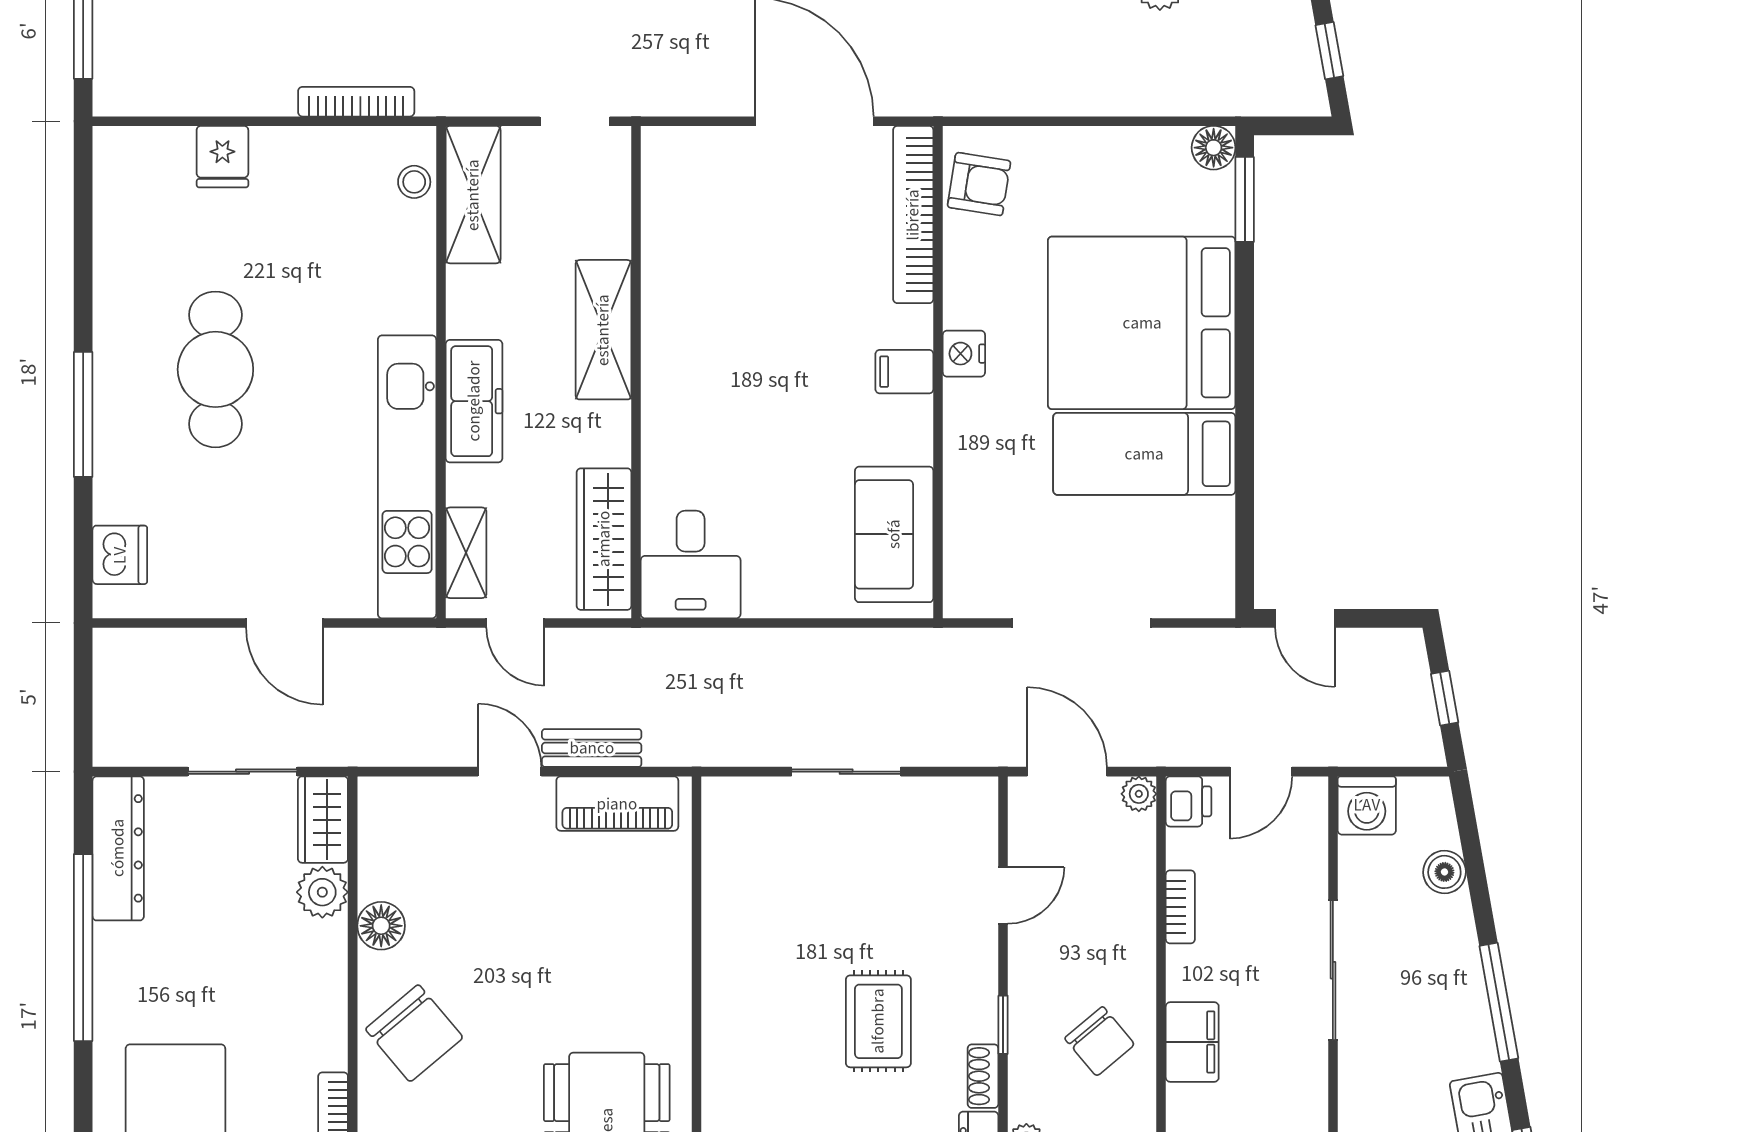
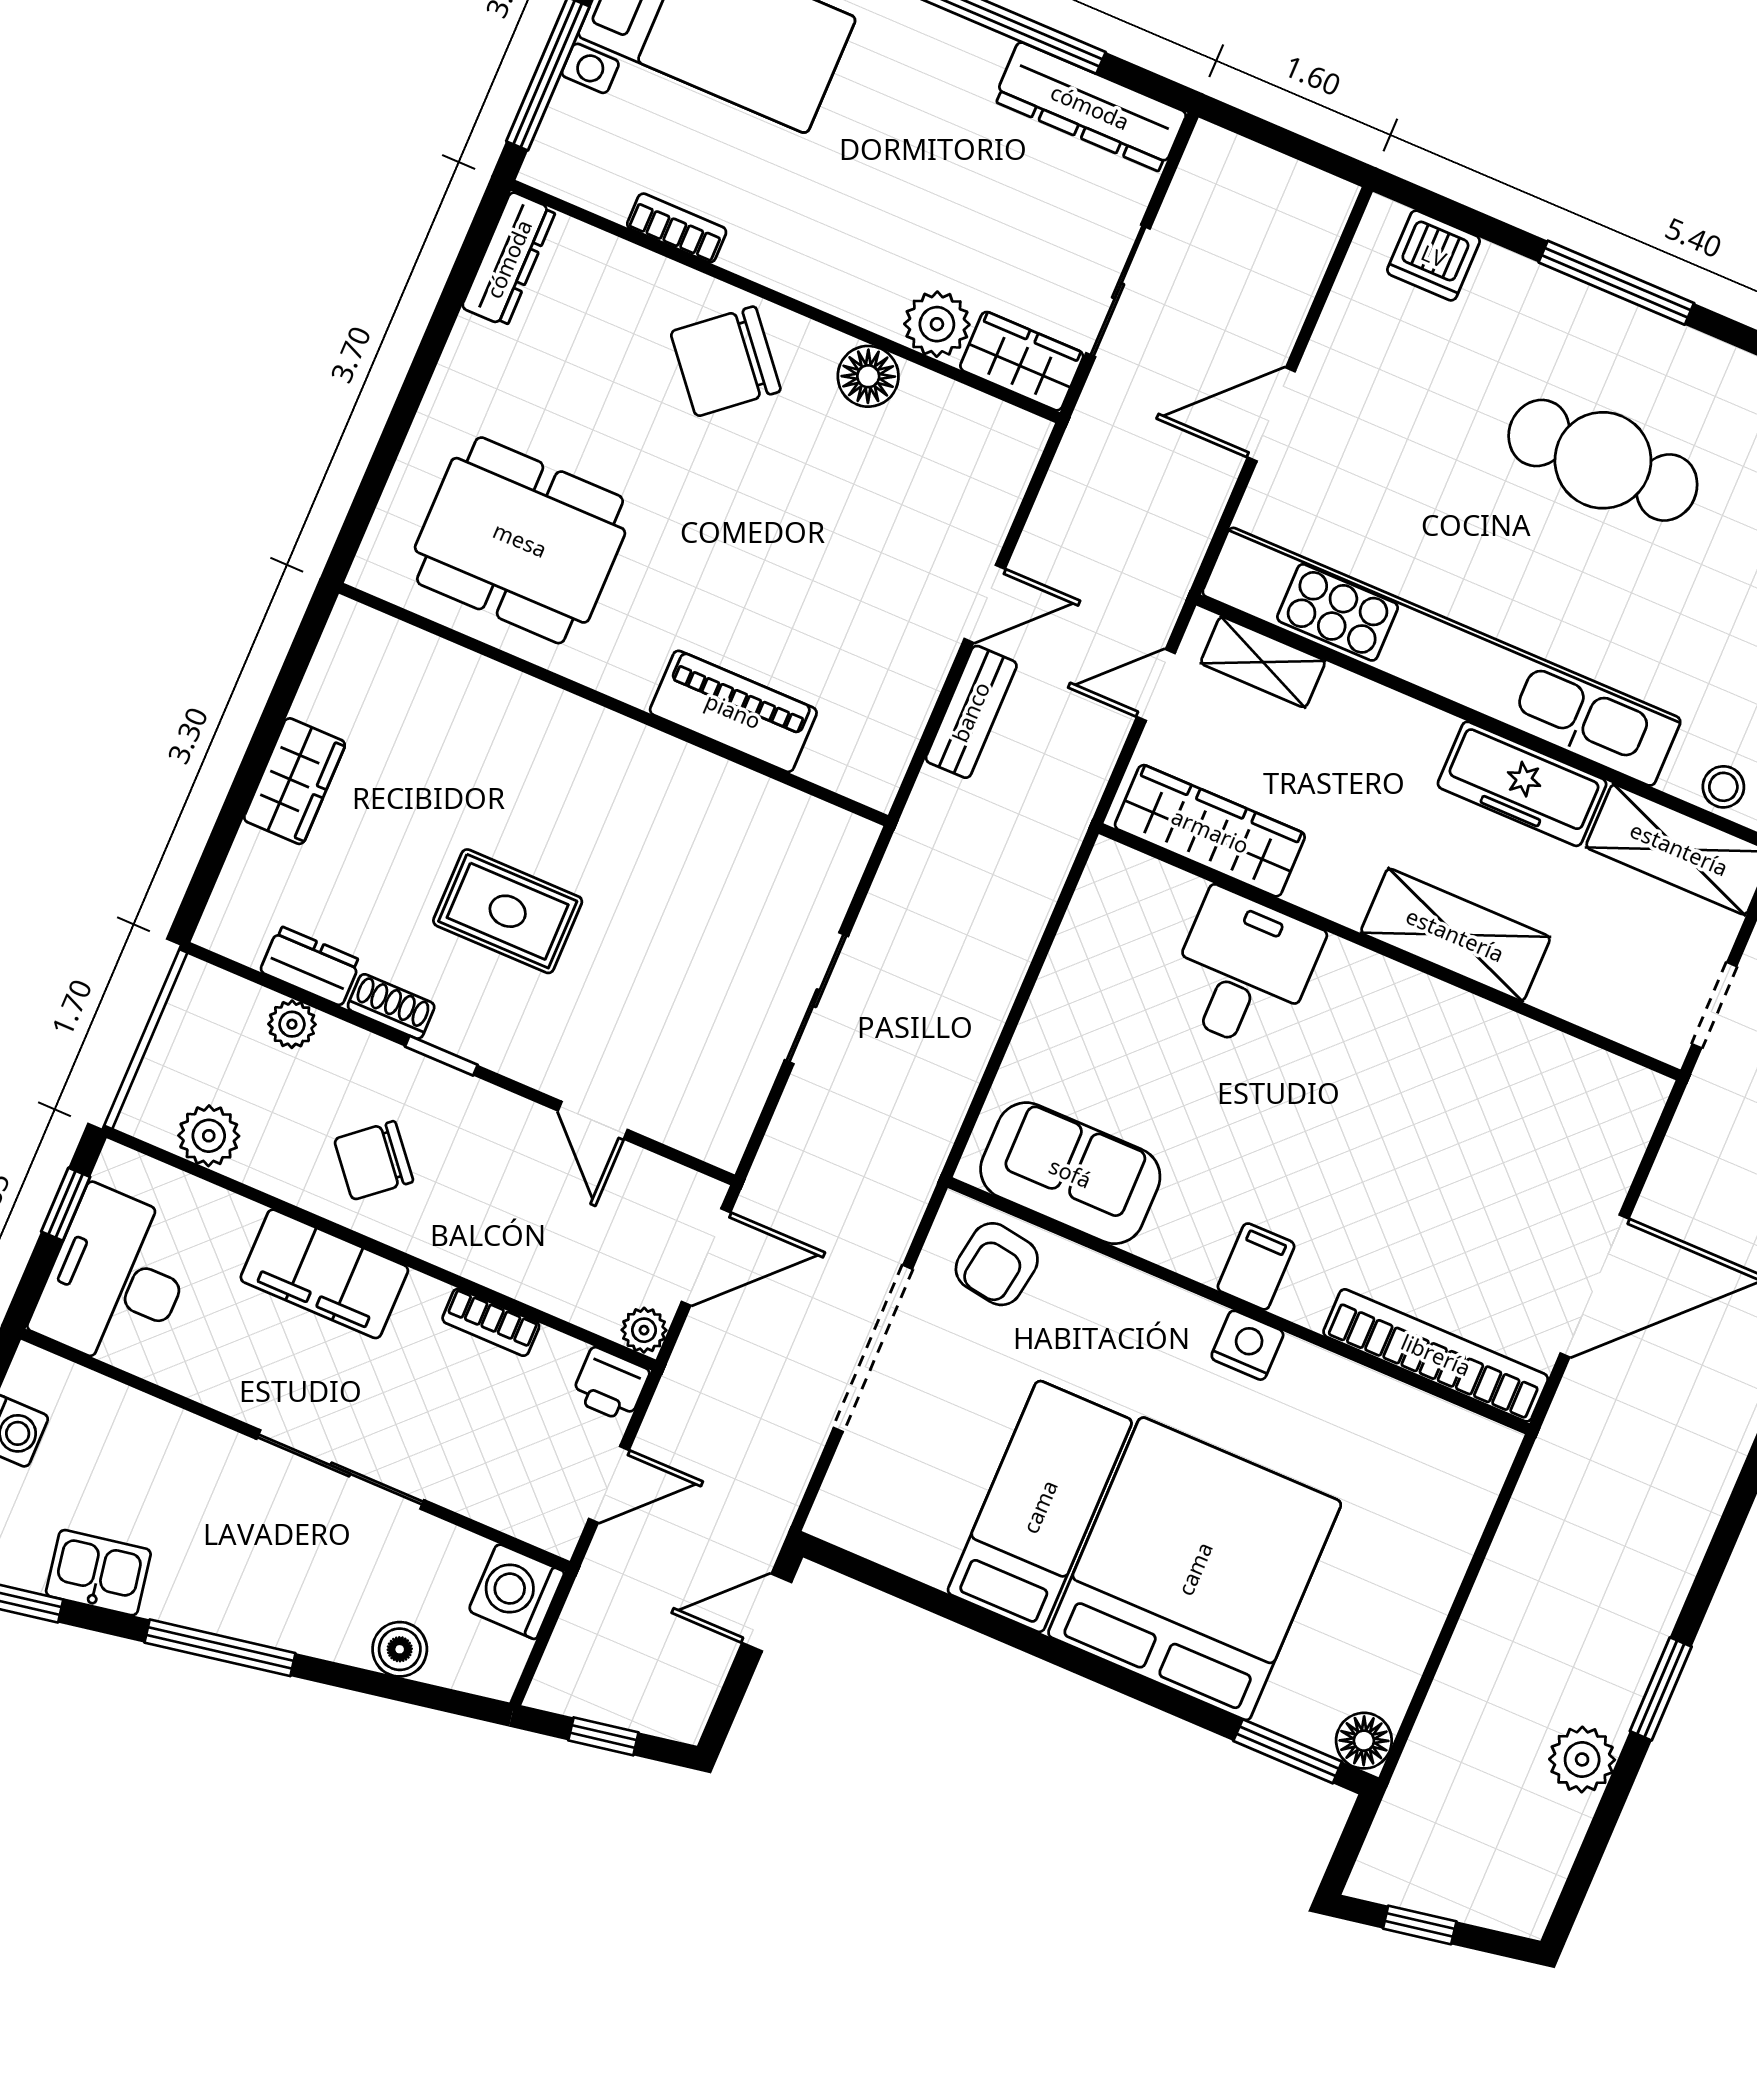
armchair: (979, 184) -> (997, 1264), moved
freezer: (474, 401) -> (1522, 784), moved
kitchen unit: (407, 477) -> (1442, 657), width x1.36
desk: (691, 564) -> (1243, 970), moved, turned 90
door: (1261, 772) -> (609, 1484), swing flipped
piano: (617, 804) -> (733, 711), moved, turned 90
filing cabinet: (1192, 1042) -> (324, 1274), width x1.50, depth x1.17

